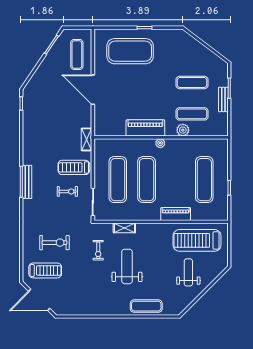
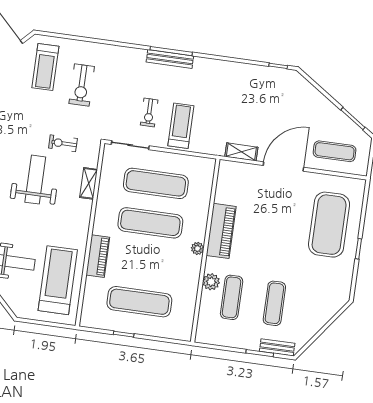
bench: (223, 99) -> (277, 347), moved
shelving: (87, 139) -> (241, 152), moved
weight bench: (127, 266) -> (35, 180), turned -90

